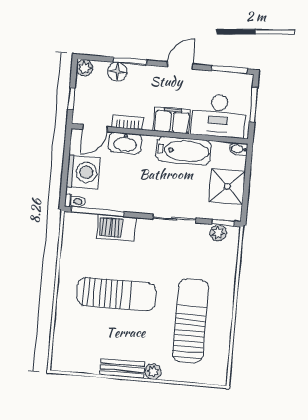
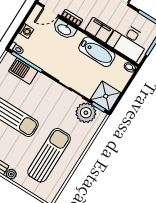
washing machine: (83, 172) -> (26, 31), width x0.53, depth x0.53
shower: (227, 186) -> (106, 96), moved
barbecue: (116, 228) -> (23, 71), moved
plant: (218, 233) -> (86, 113), width x1.87, depth x1.87

